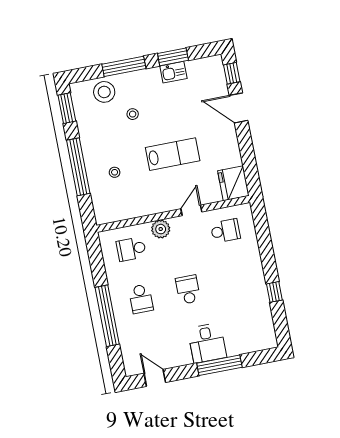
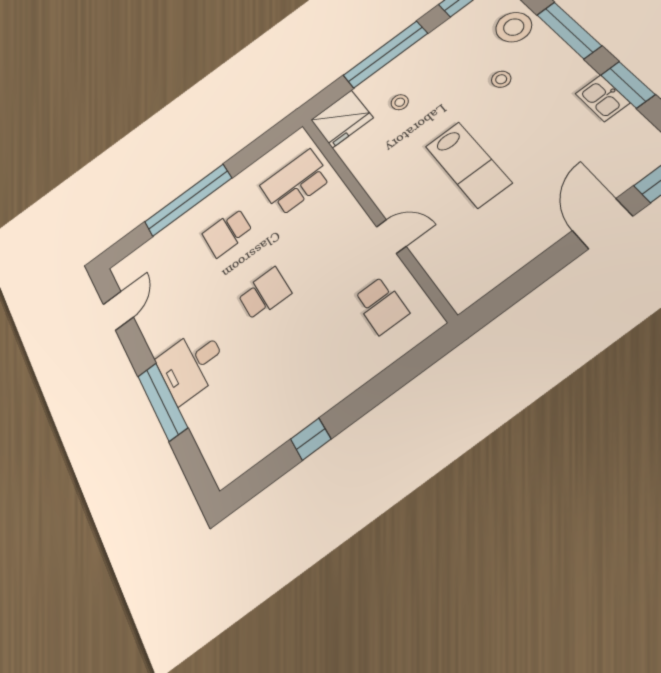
fridge: (233, 183) -> (342, 119), moved, turned 180
plant: (161, 229) -> (342, 207), removed
school desk: (131, 249) -> (296, 182), width x1.85

